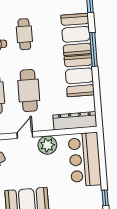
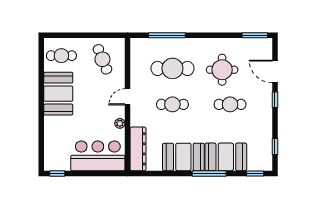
cafe table: (29, 91) -> (172, 104), width x0.73, depth x0.74
door: (25, 135) -> (128, 97), swing flipped
plant: (47, 145) -> (120, 123), width x0.53, depth x0.53

